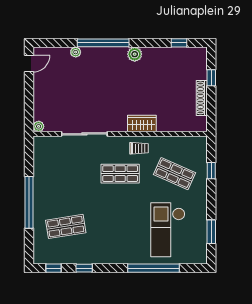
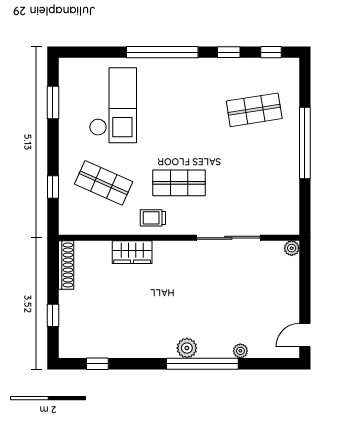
plant: (135, 54) -> (187, 348), moved
shoe rack: (202, 98) -> (66, 265), moved
wardrobe: (142, 124) -> (132, 252), moved
window: (154, 268) -> (162, 52), moved

